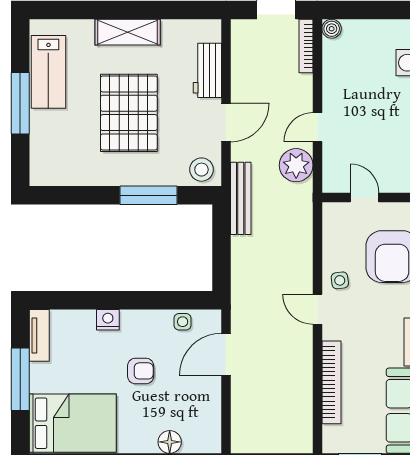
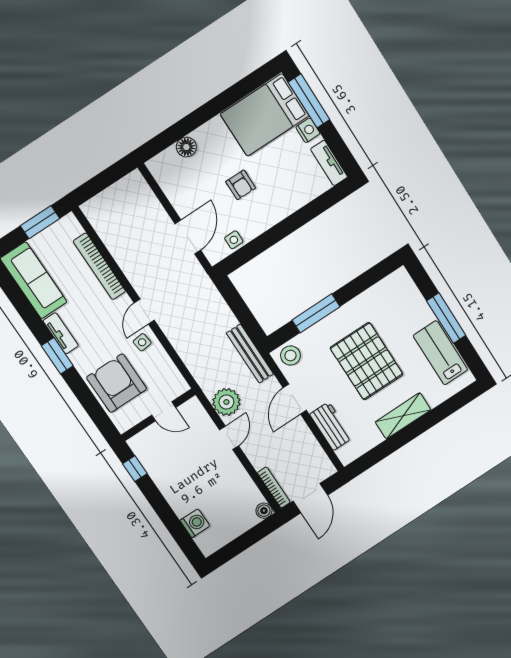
door: (317, 309) -> (144, 312), swing flipped
nightstand: (108, 320) -> (308, 130), moved, turned -90
armchair: (141, 371) -> (241, 185), turned -90
window: (20, 379) -> (309, 101), moved

